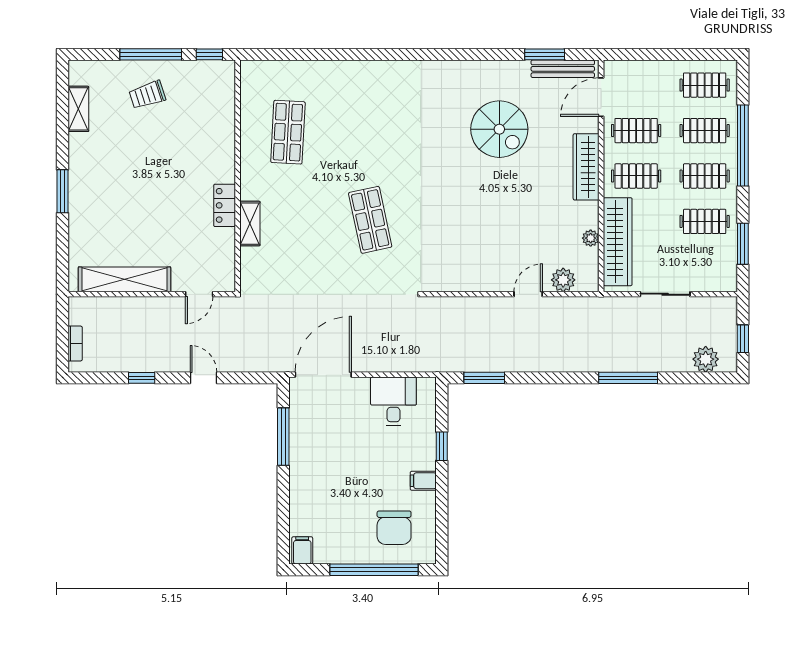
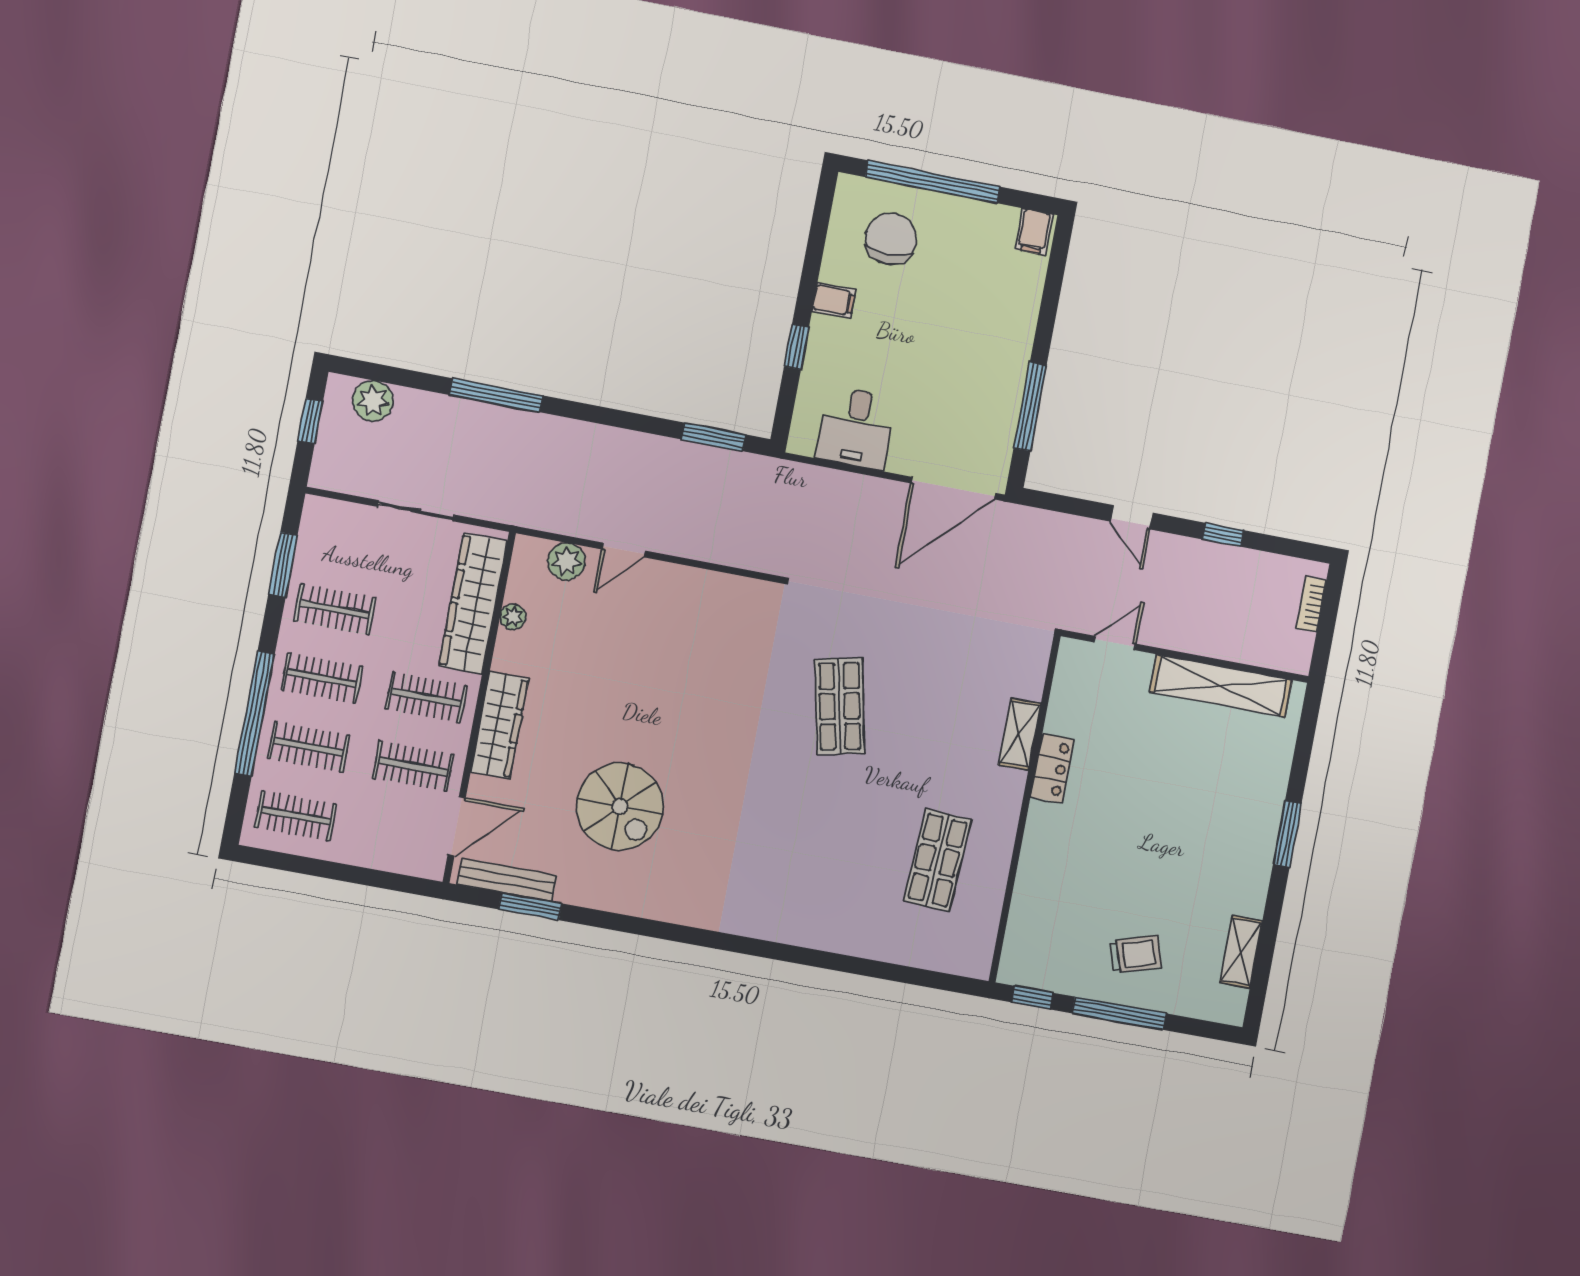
spiral stairs: (499, 129) -> (620, 806), turned 180

